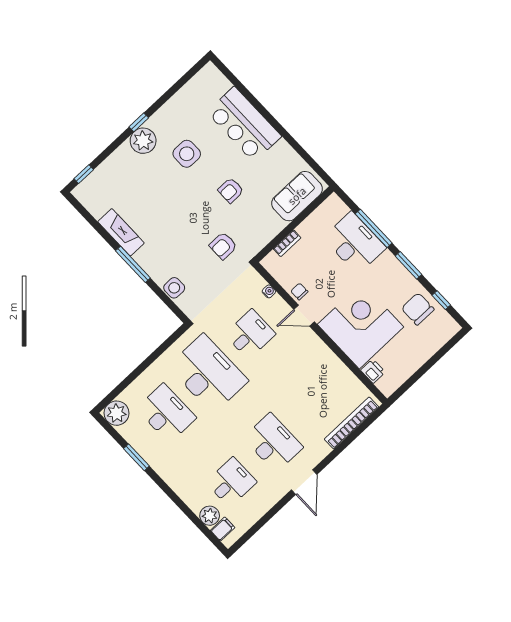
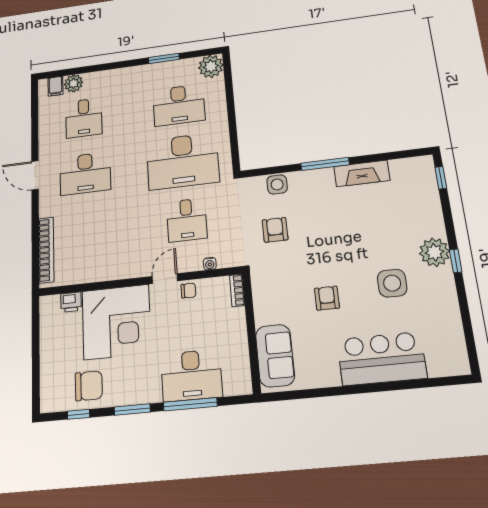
bookcase: (287, 243) -> (237, 290), moved
armchair: (223, 246) -> (275, 230), moved

